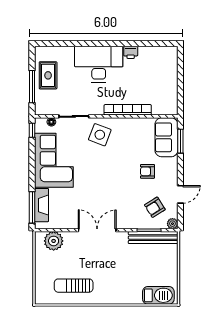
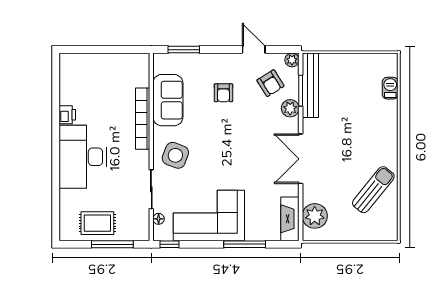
sofa: (166, 137) -> (168, 100), moved, turned -90
fireplace: (41, 205) -> (290, 219), moved, turned -90
window: (32, 207) -> (245, 244), moved
plant: (136, 222) -> (290, 108), added
sun lounger: (74, 286) -> (373, 190), turned -141
barbecue: (158, 295) -> (390, 88), width x0.53, depth x0.65

